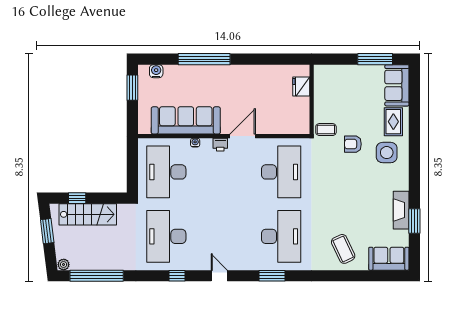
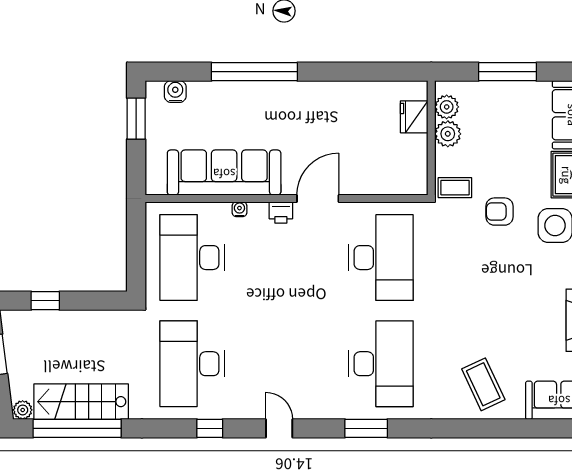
window: (375, 59) -> (508, 72), moved
plant: (321, 81) -> (447, 107), added
plant: (322, 97) -> (448, 134), added
stairs: (88, 214) -> (81, 402), moved, turned 180

